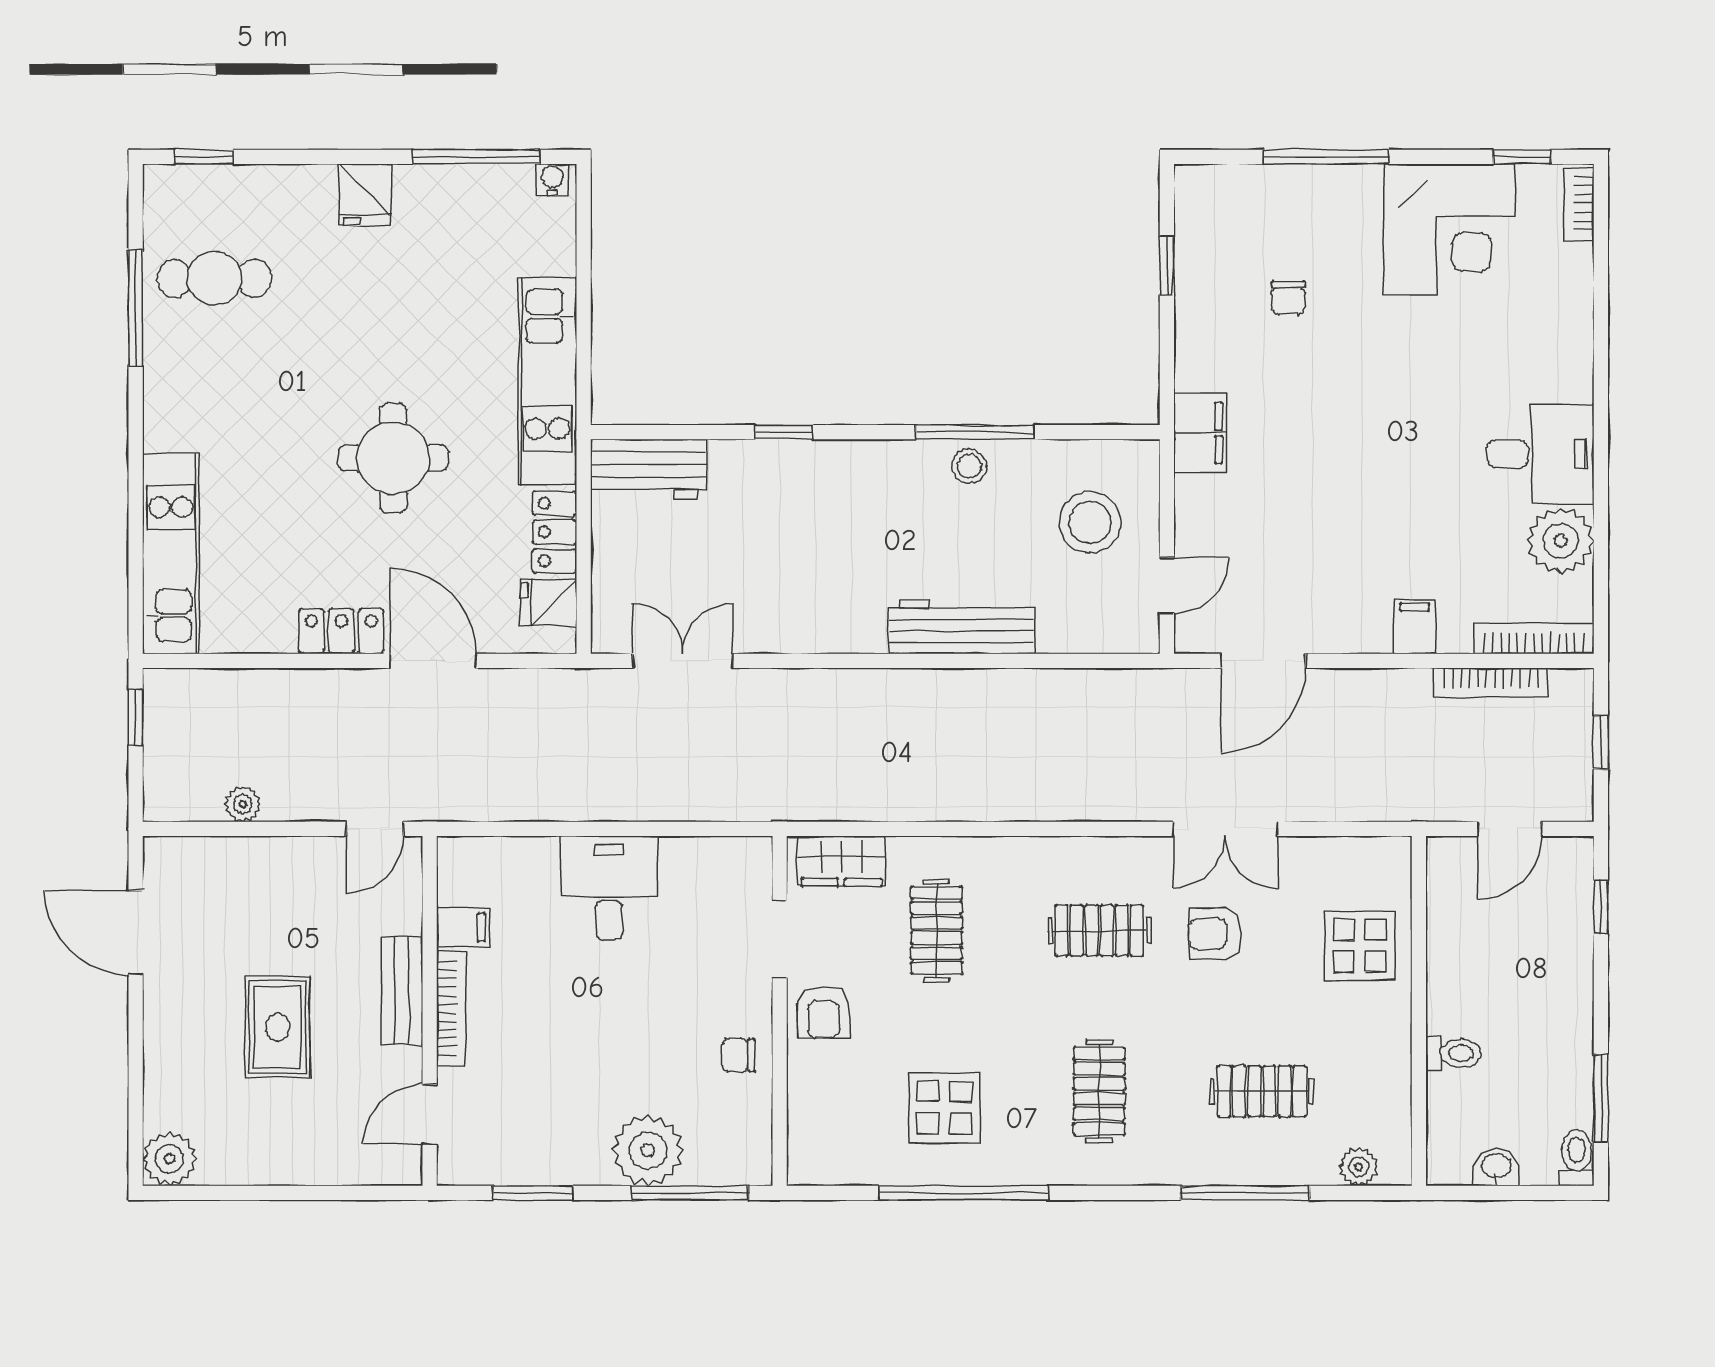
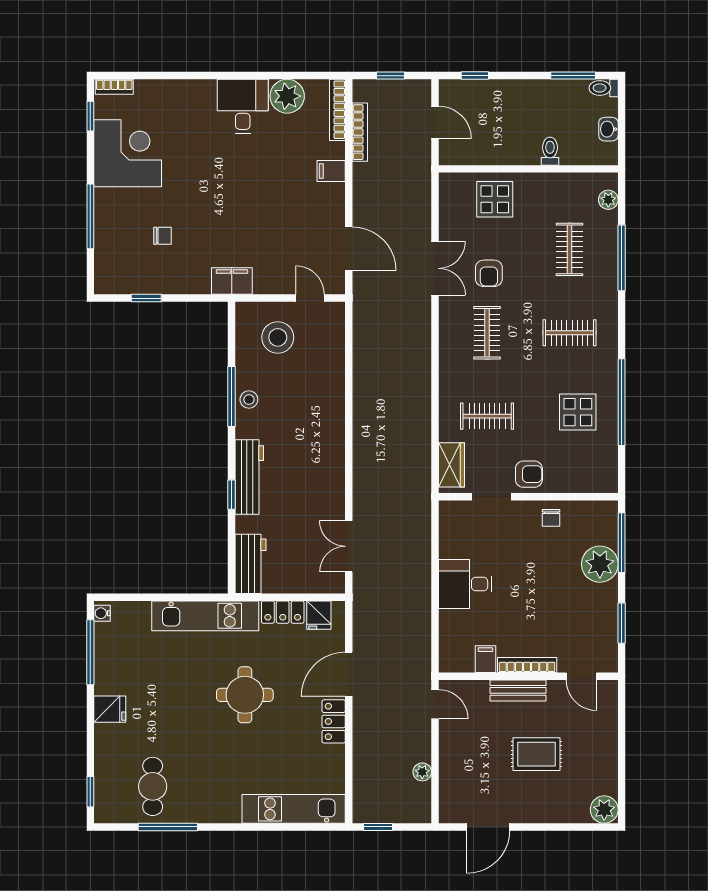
workbench: (961, 626) -> (249, 477), moved, turned 180

